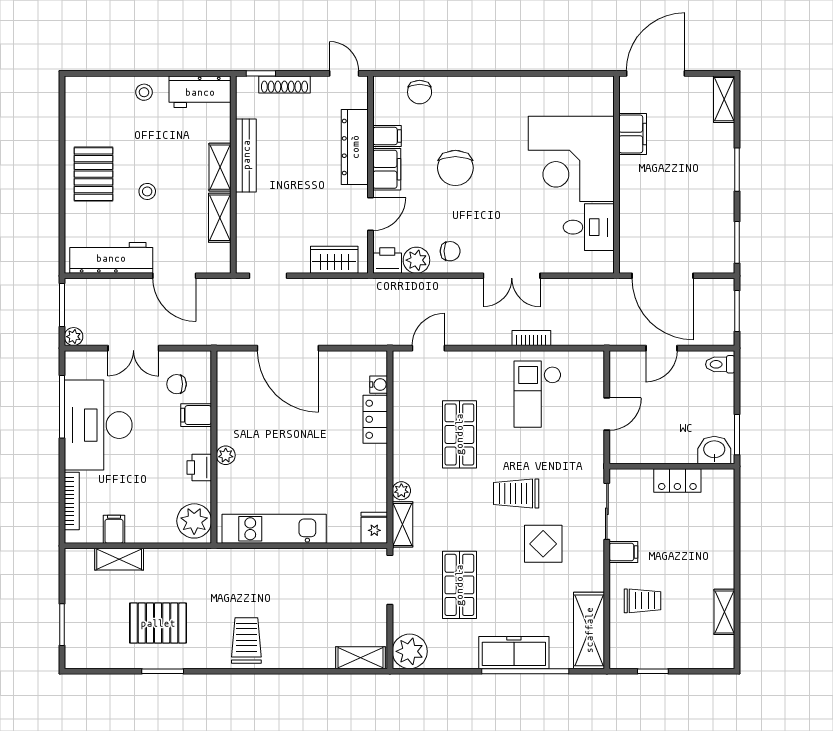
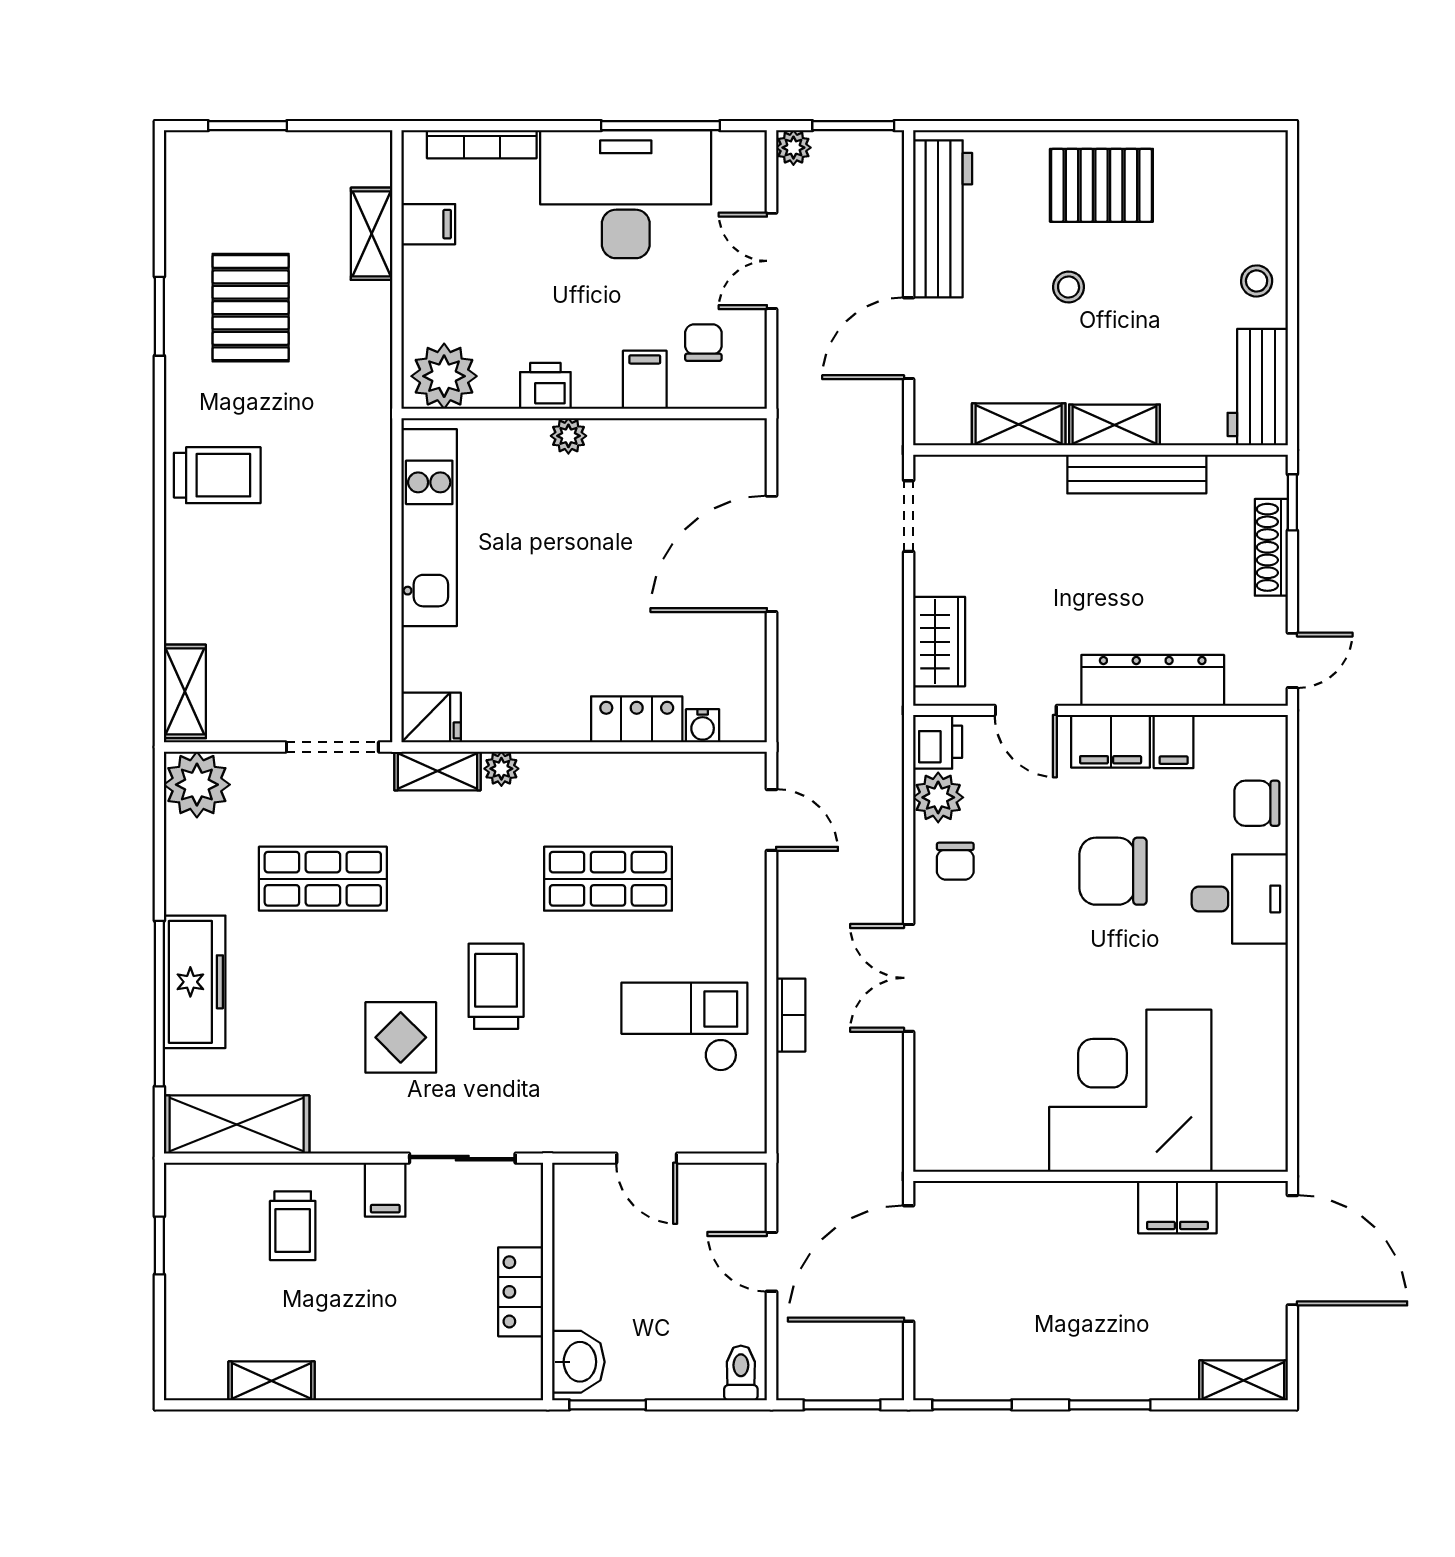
desk: (589, 227) -> (1240, 899), moved, turned -90

